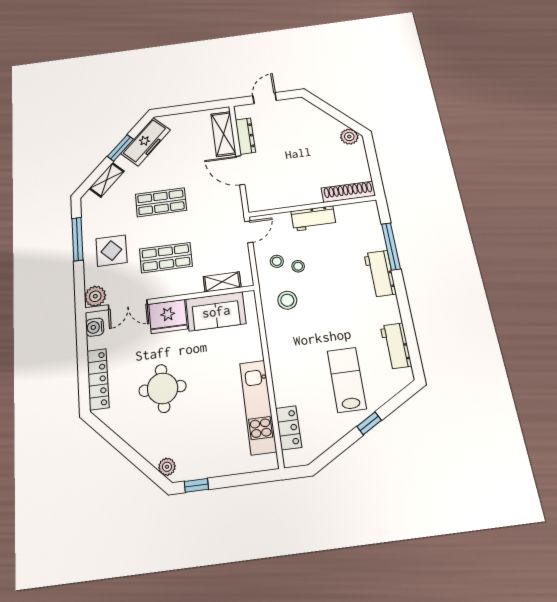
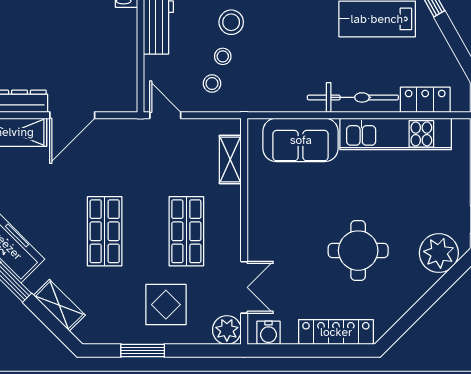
window: (78, 239) -> (143, 351), width x0.69
stool: (287, 300) -> (231, 22), moved
sofa: (216, 311) -> (301, 140), moved, turned 90
fridge: (168, 316) -> (267, 236), removed
bicycle: (282, 368) -> (353, 97), added
plant: (167, 467) -> (439, 253), width x1.87, depth x1.87

